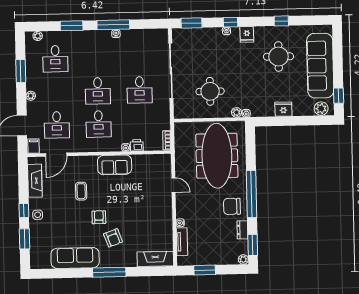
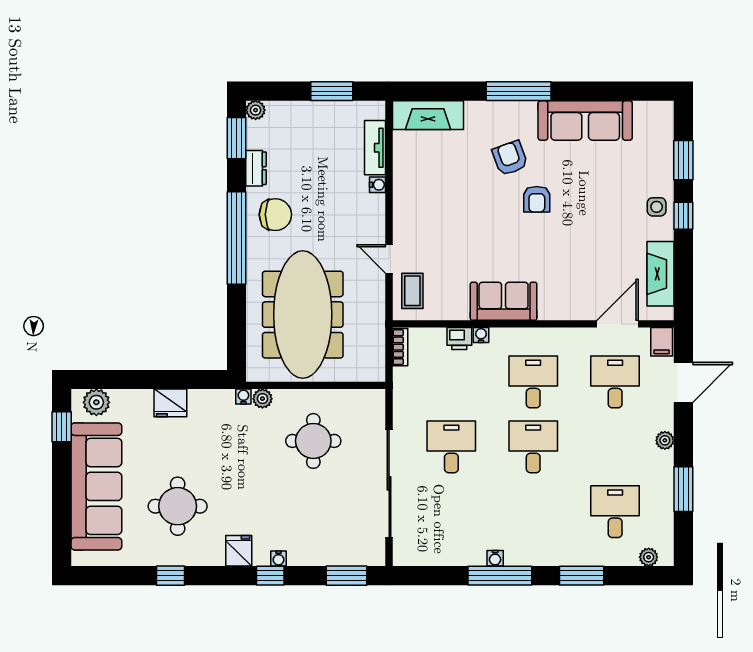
coffee table: (81, 191) -> (412, 291), moved

